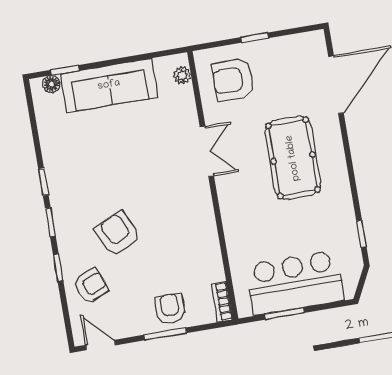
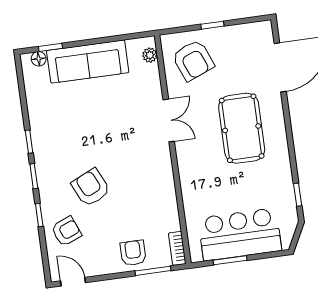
armchair: (233, 80) -> (193, 60), turned -112
window: (165, 334) -> (153, 271), moved

